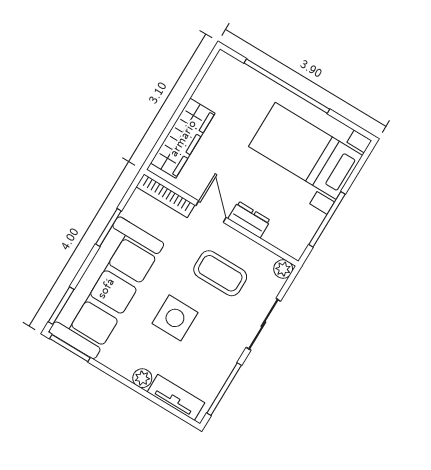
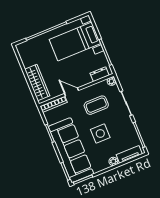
dresser: (249, 220) -> (100, 74), moved

